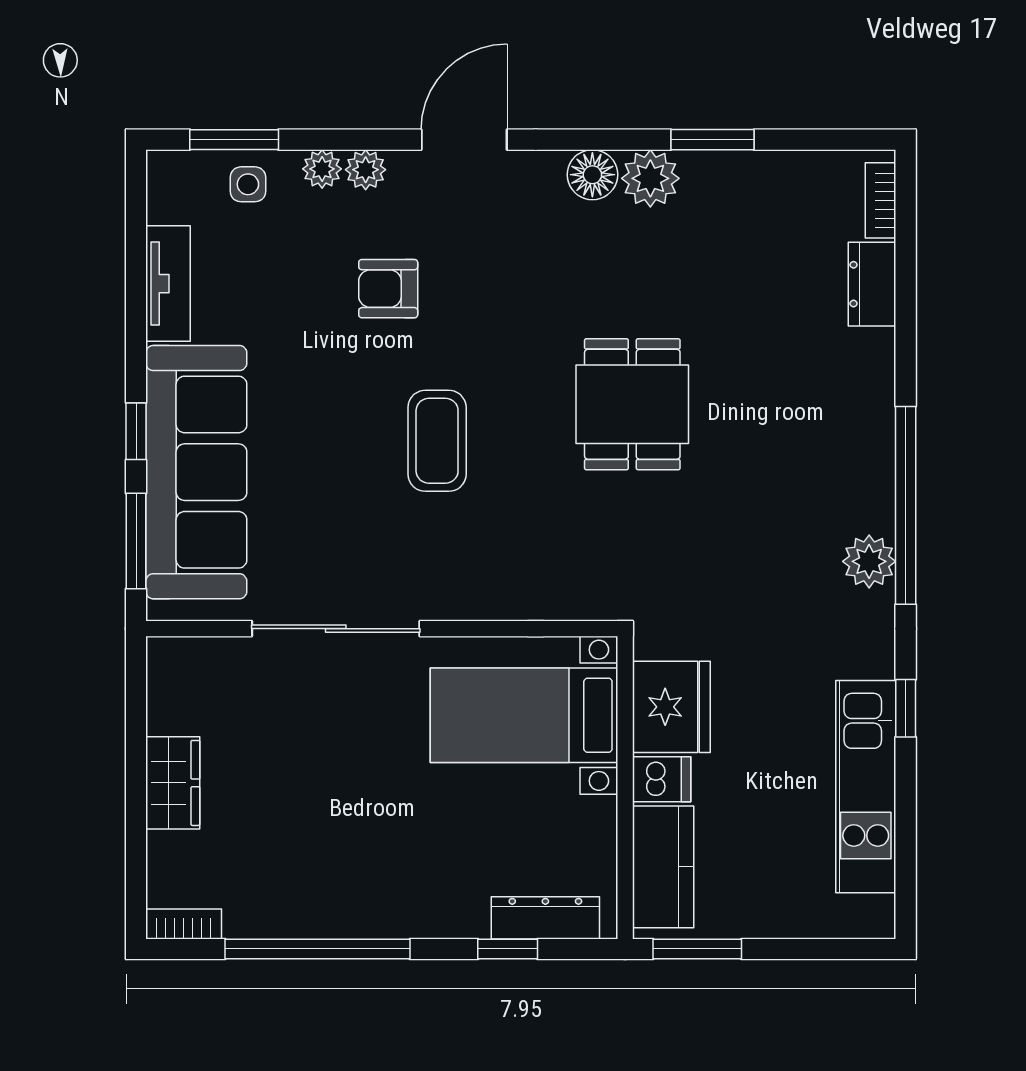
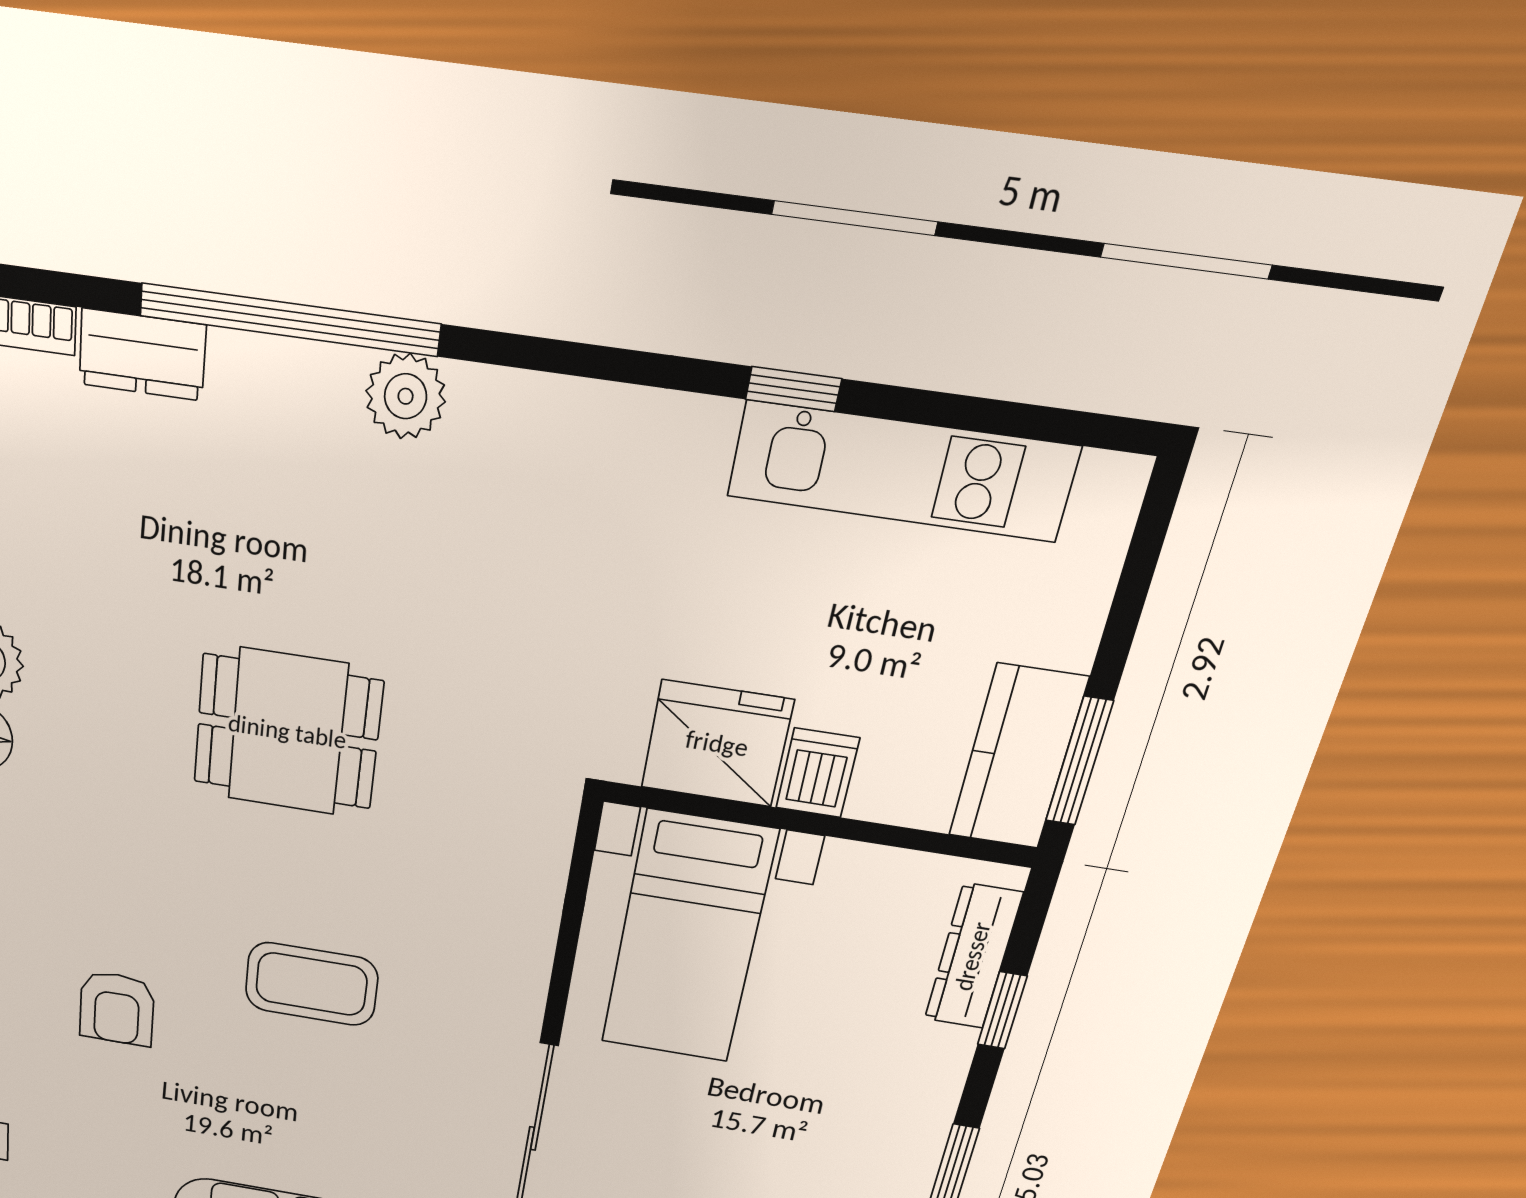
window: (906, 505) -> (289, 320), moved
plant: (869, 561) -> (406, 396), moved
kitchen counter: (663, 867) -> (1018, 757), moved, turned -90

